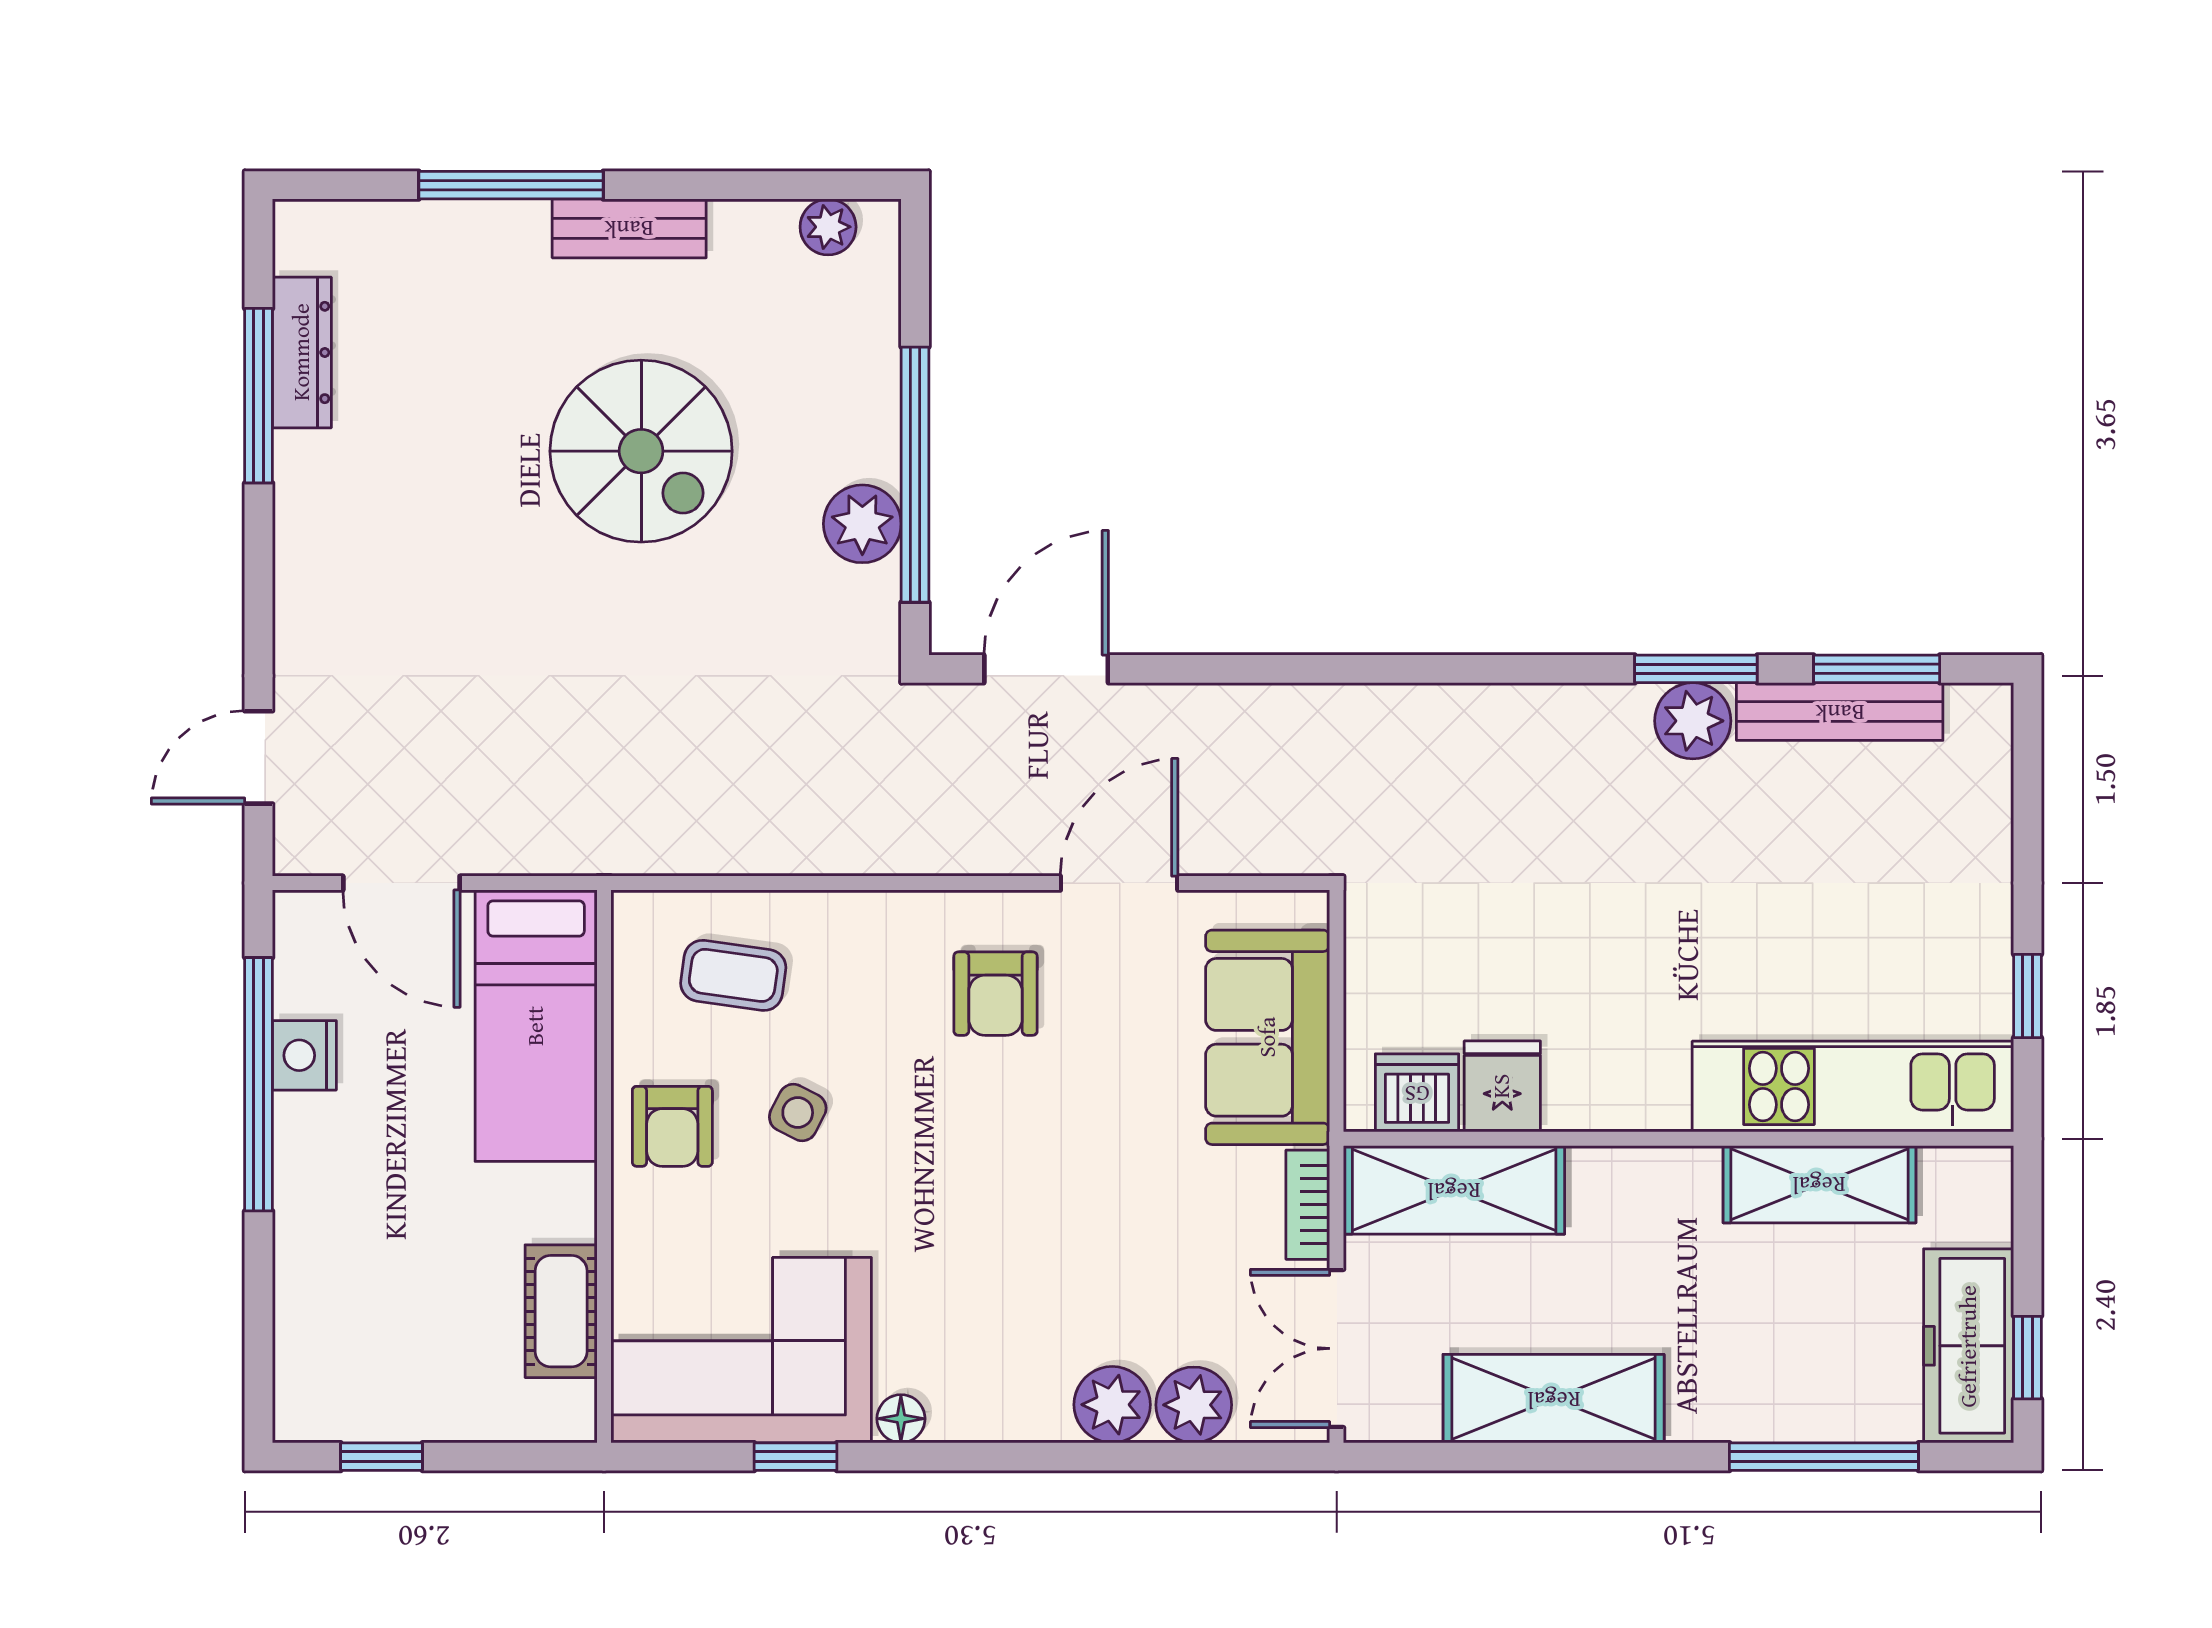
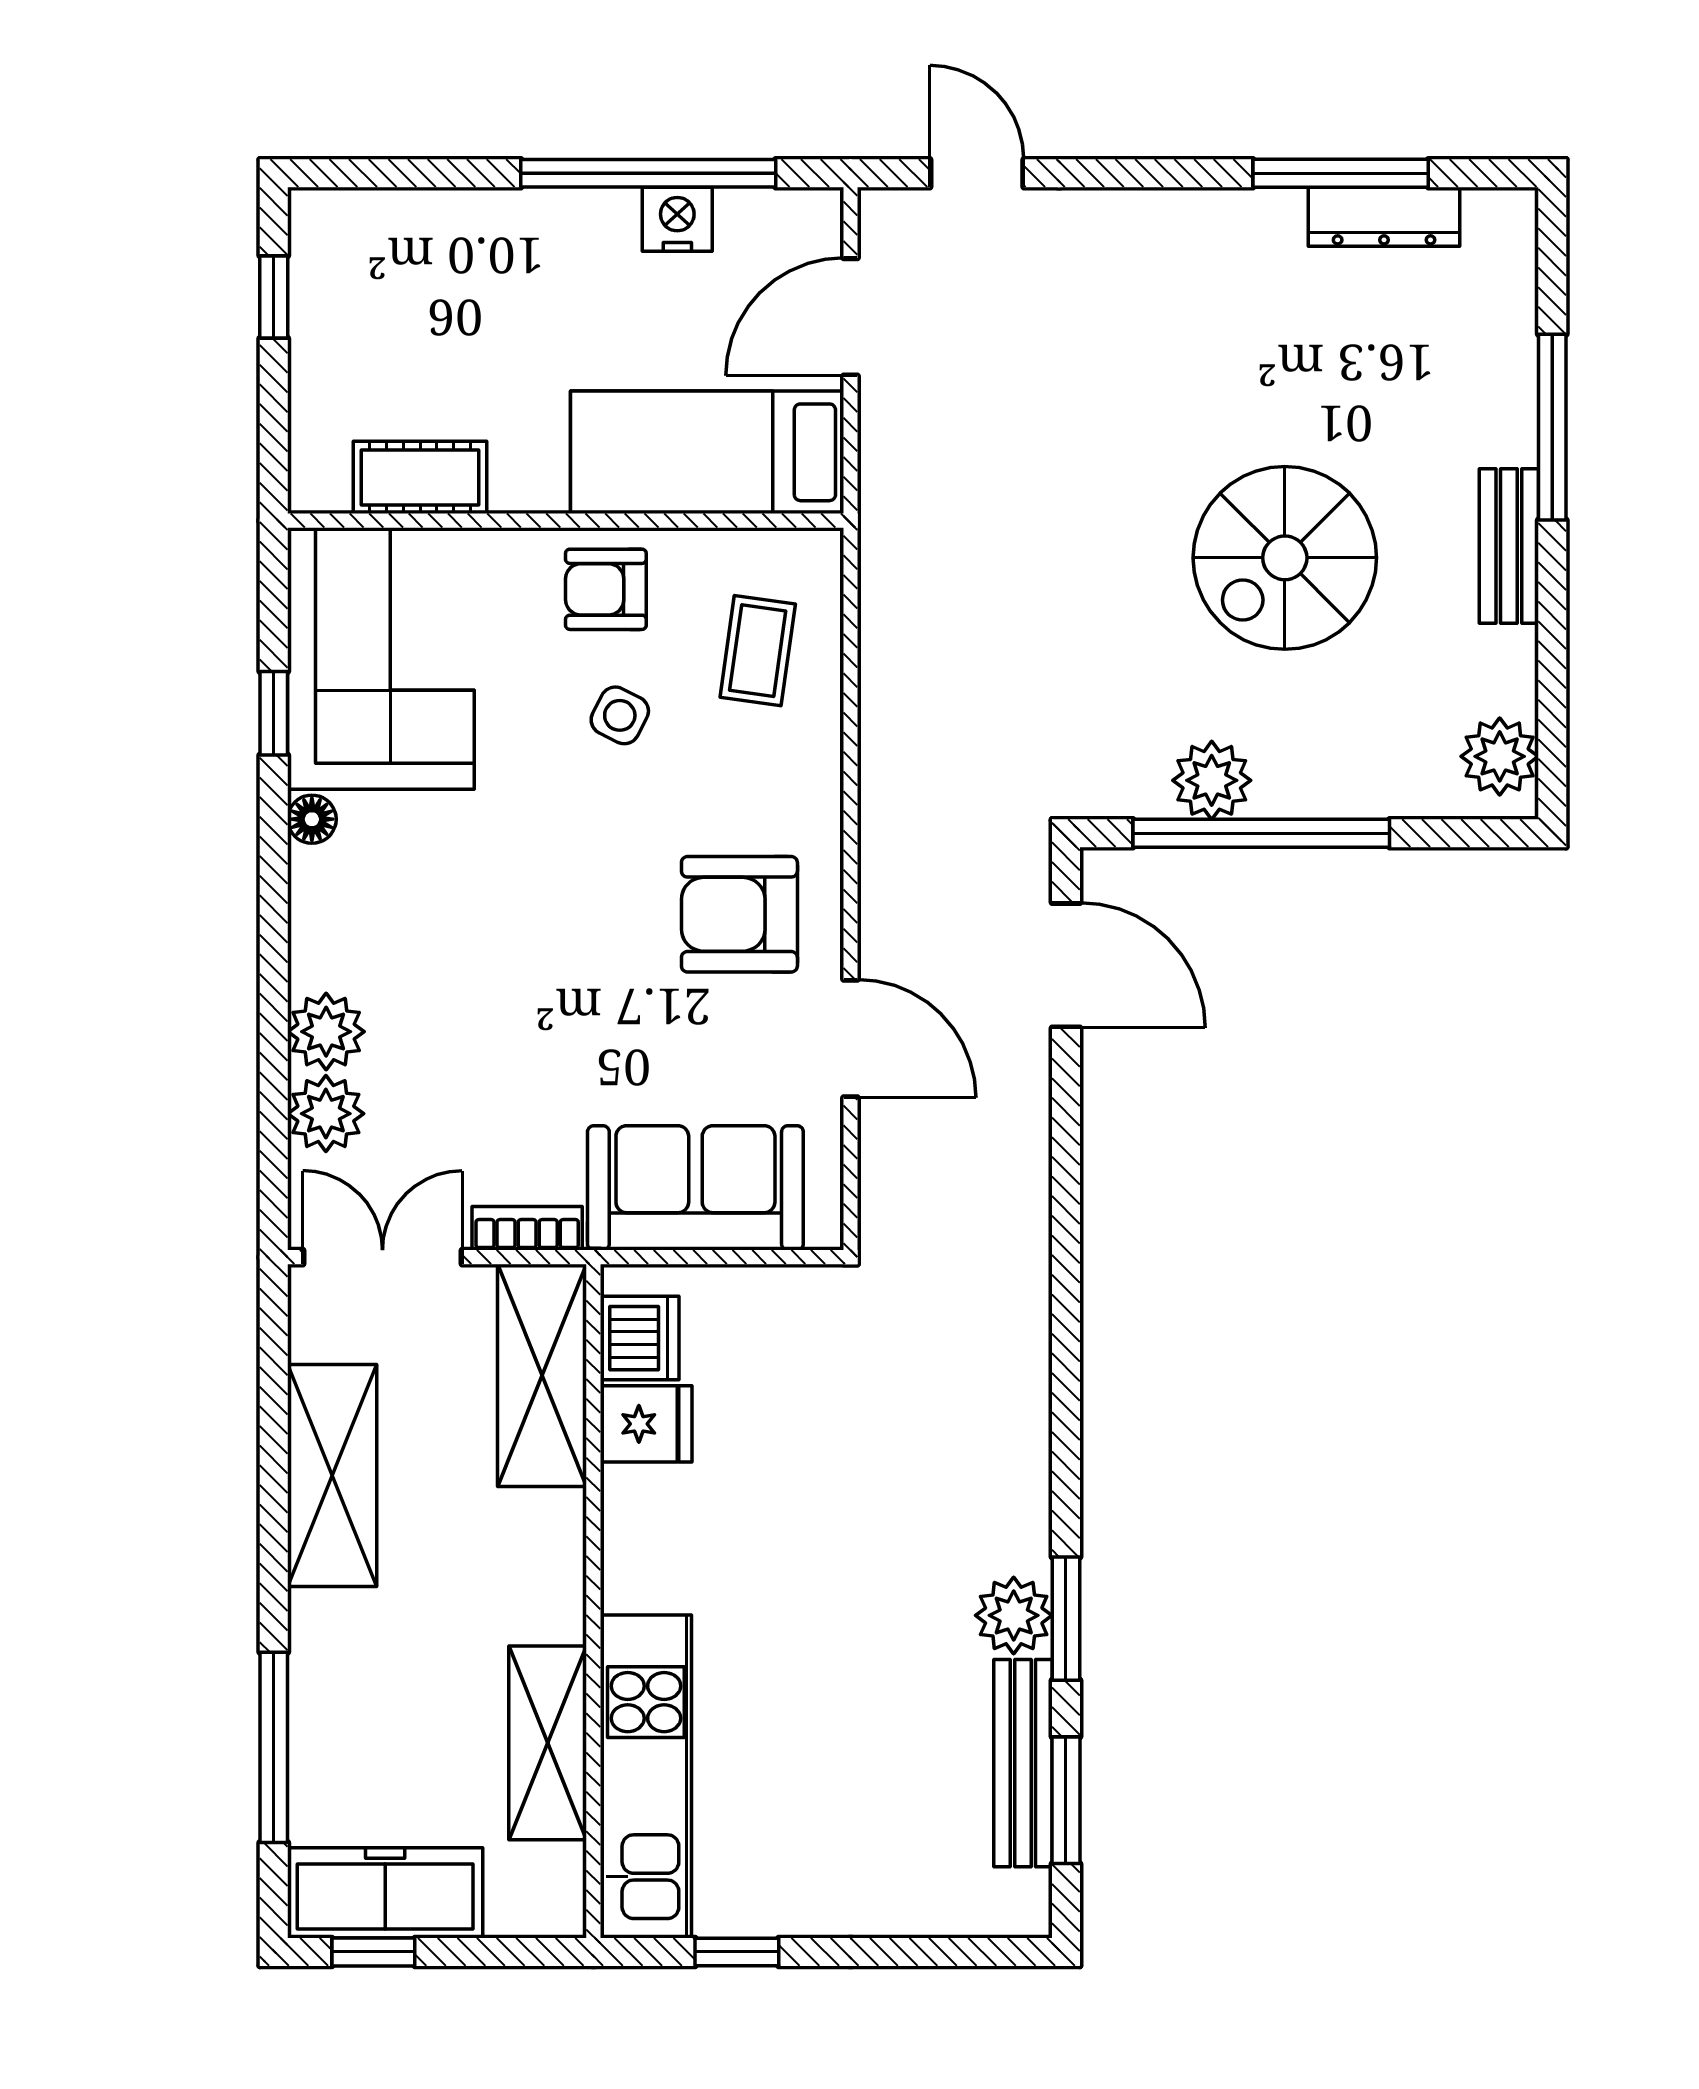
plant: (828, 227) -> (1500, 756), width x1.38, depth x1.38
armchair: (996, 994) -> (739, 914), width x1.38, depth x1.38

